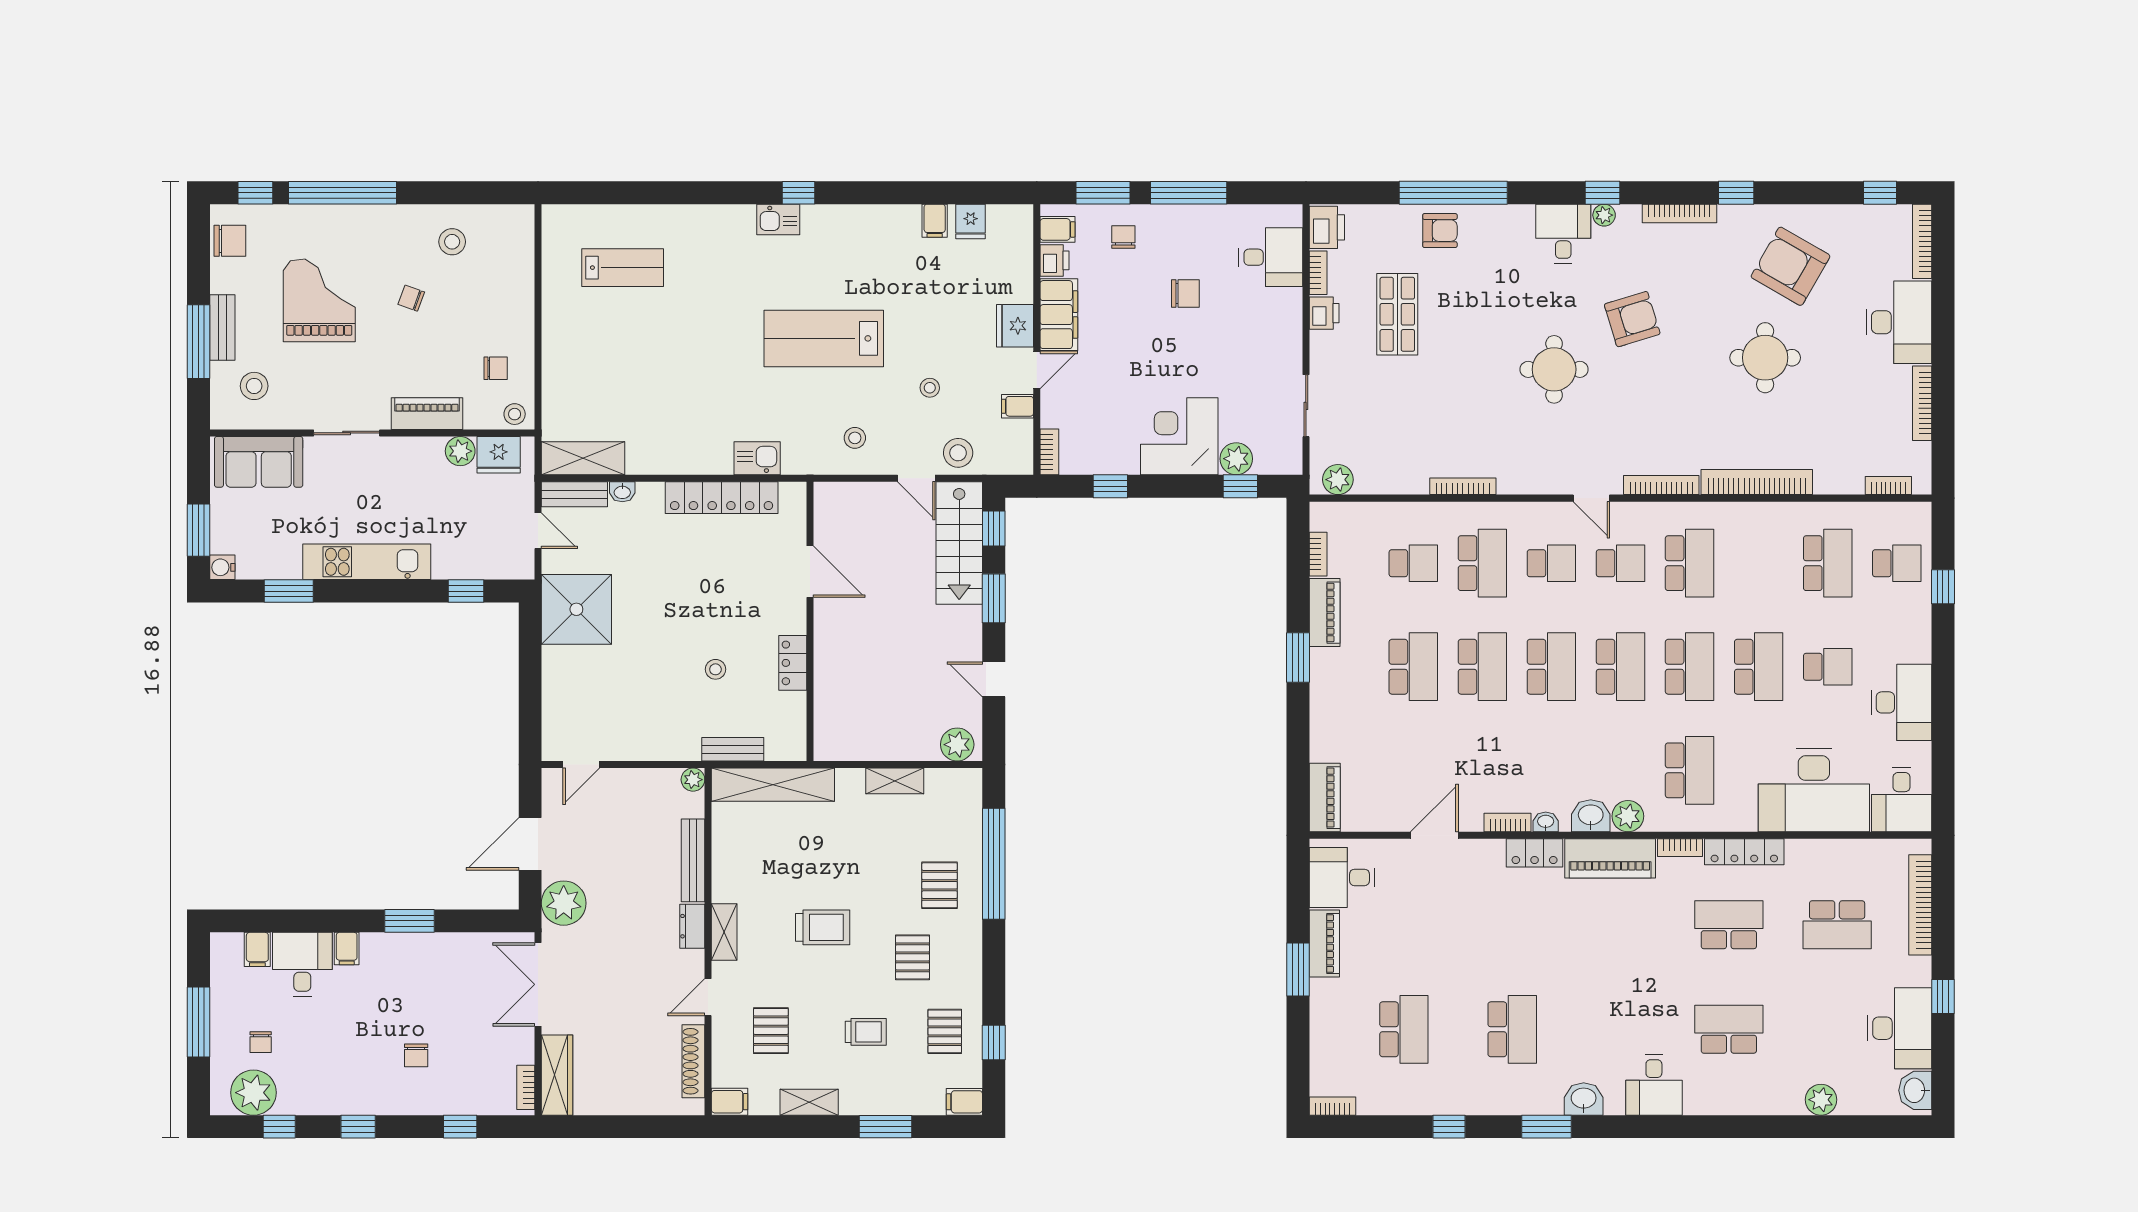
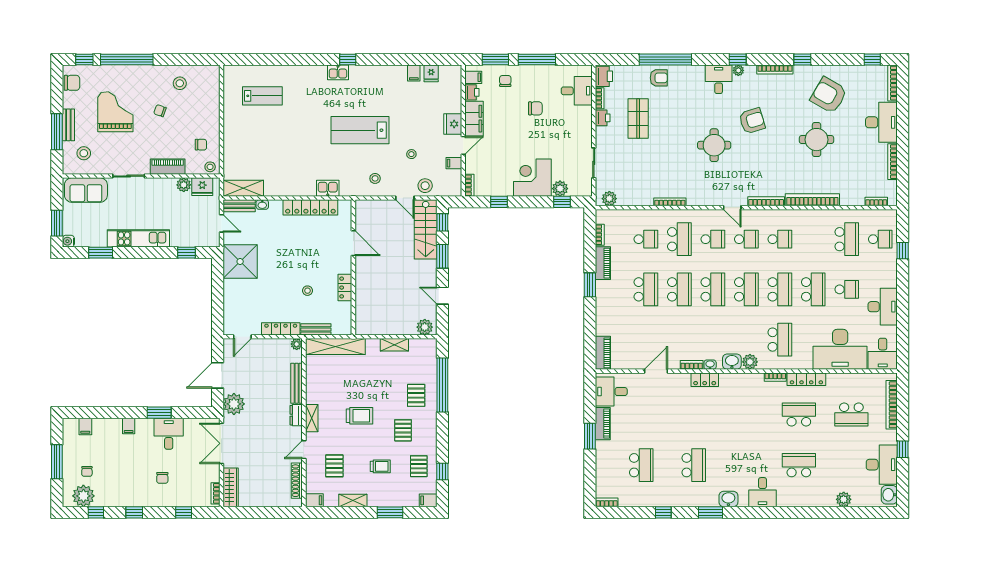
school desk: (1690, 563) -> (780, 239), width x0.54
locker: (660, 748) -> (281, 329), added
piano: (1610, 858) -> (741, 382), removed
desk: (302, 964) -> (169, 434), moved

